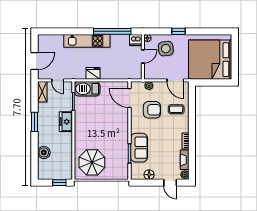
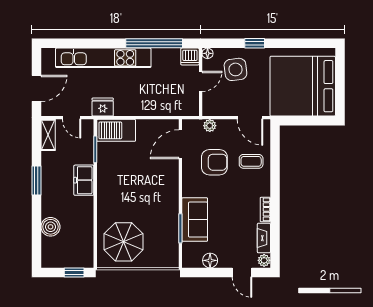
kitchen unit: (87, 41) -> (103, 58), width x1.36
fridge: (93, 73) -> (103, 107), moved
door: (130, 98) -> (180, 144), hinge flipped

